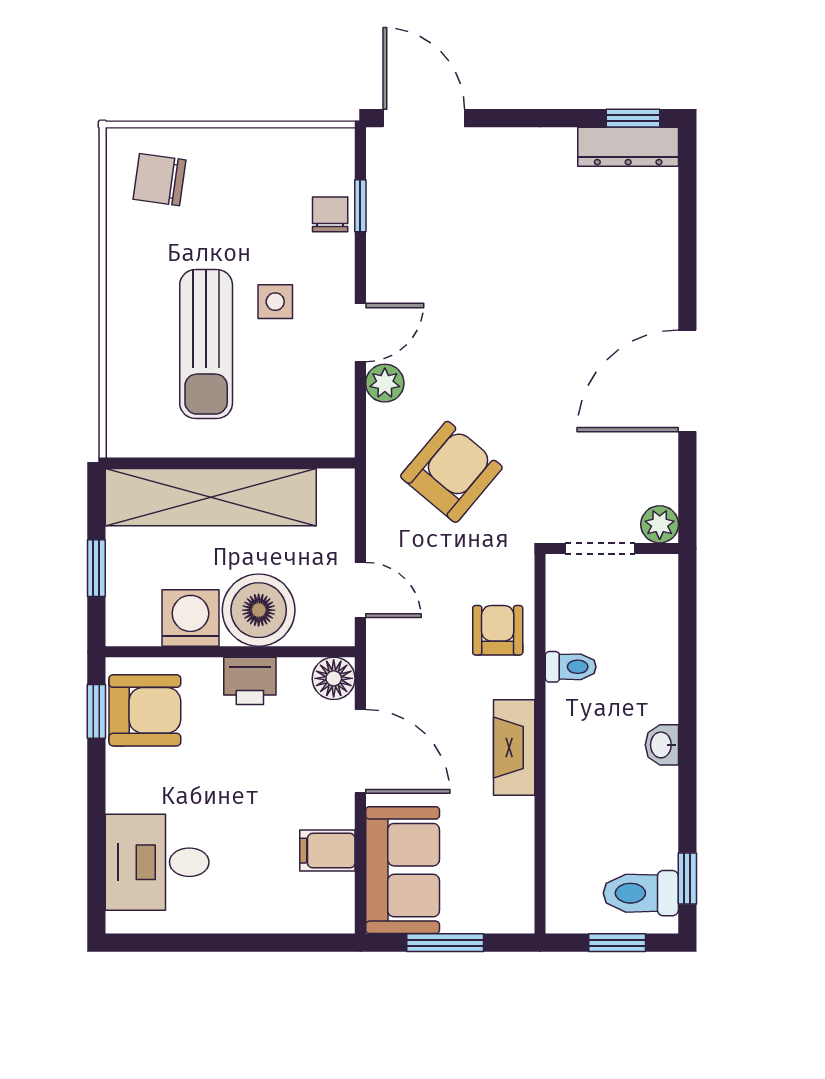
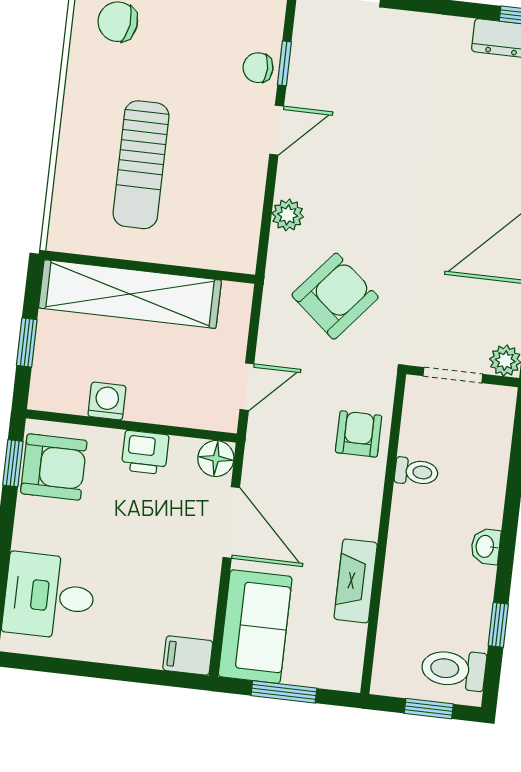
chair: (330, 214) -> (258, 68), turned -90
side table: (275, 302) -> (203, 136), removed
door: (360, 333) -> (277, 130), moved
door: (360, 590) -> (247, 387), hinge flipped
boiler: (259, 610) -> (159, 394), removed
washing machine: (190, 618) -> (107, 401), width x0.73, depth x0.73
fireplace: (514, 747) -> (356, 581), moved
filing cabinet: (327, 851) -> (188, 655), moved
window: (687, 879) -> (498, 625), moved

